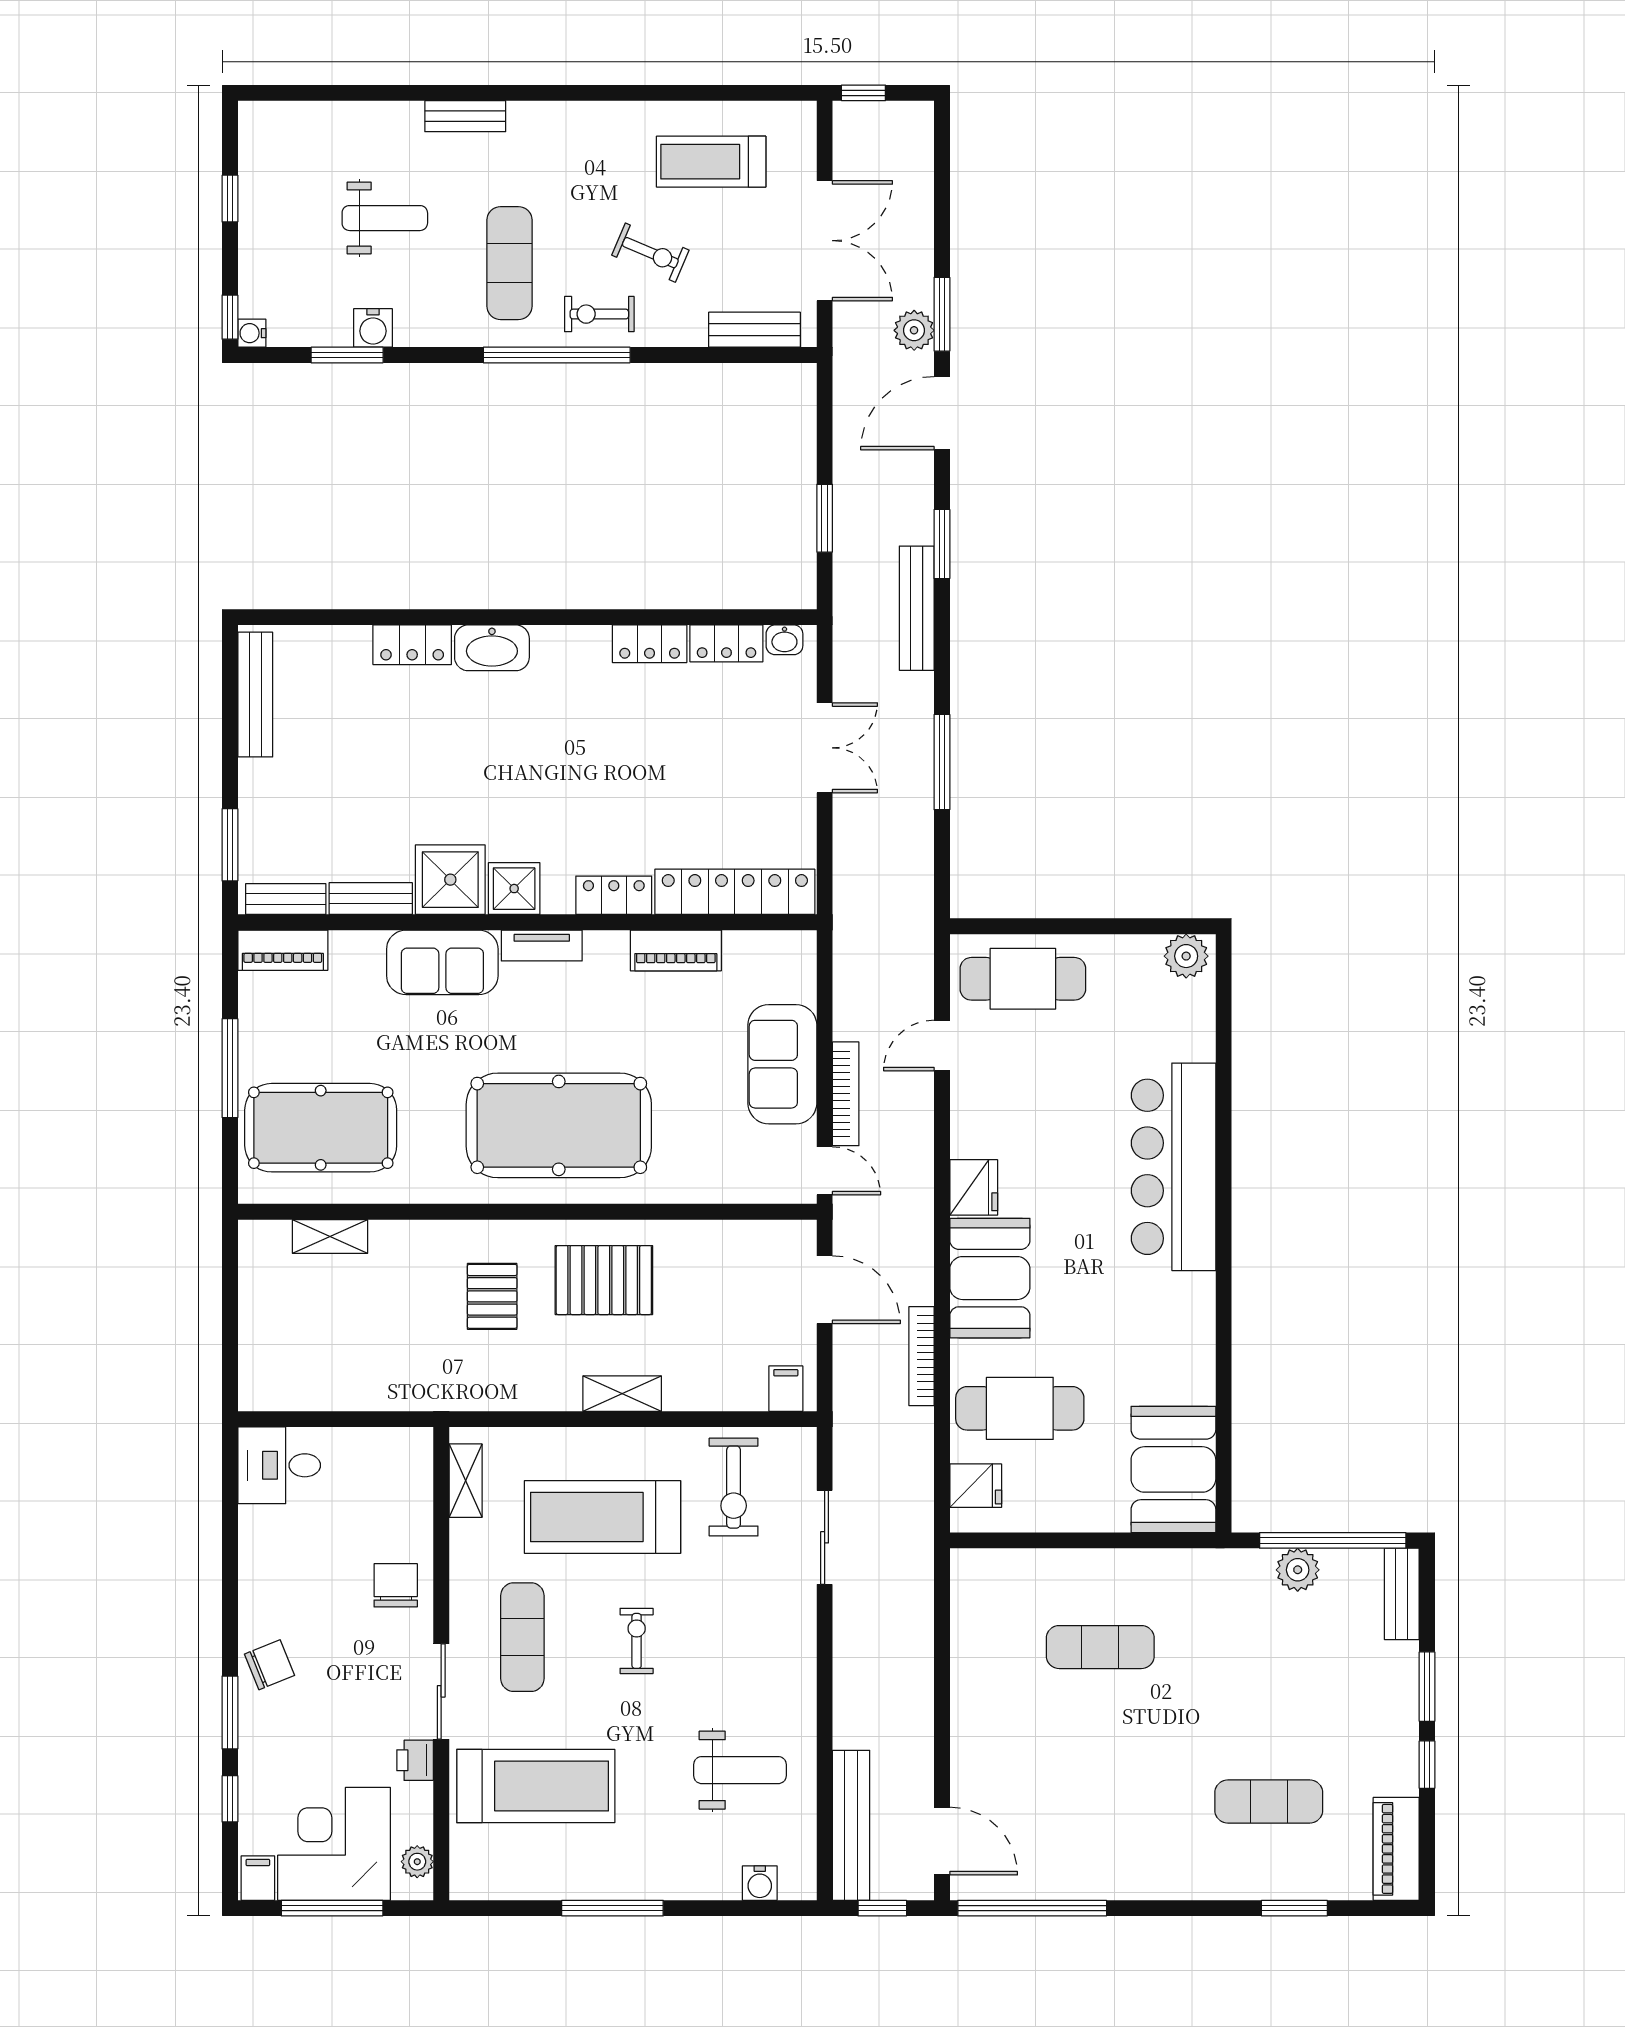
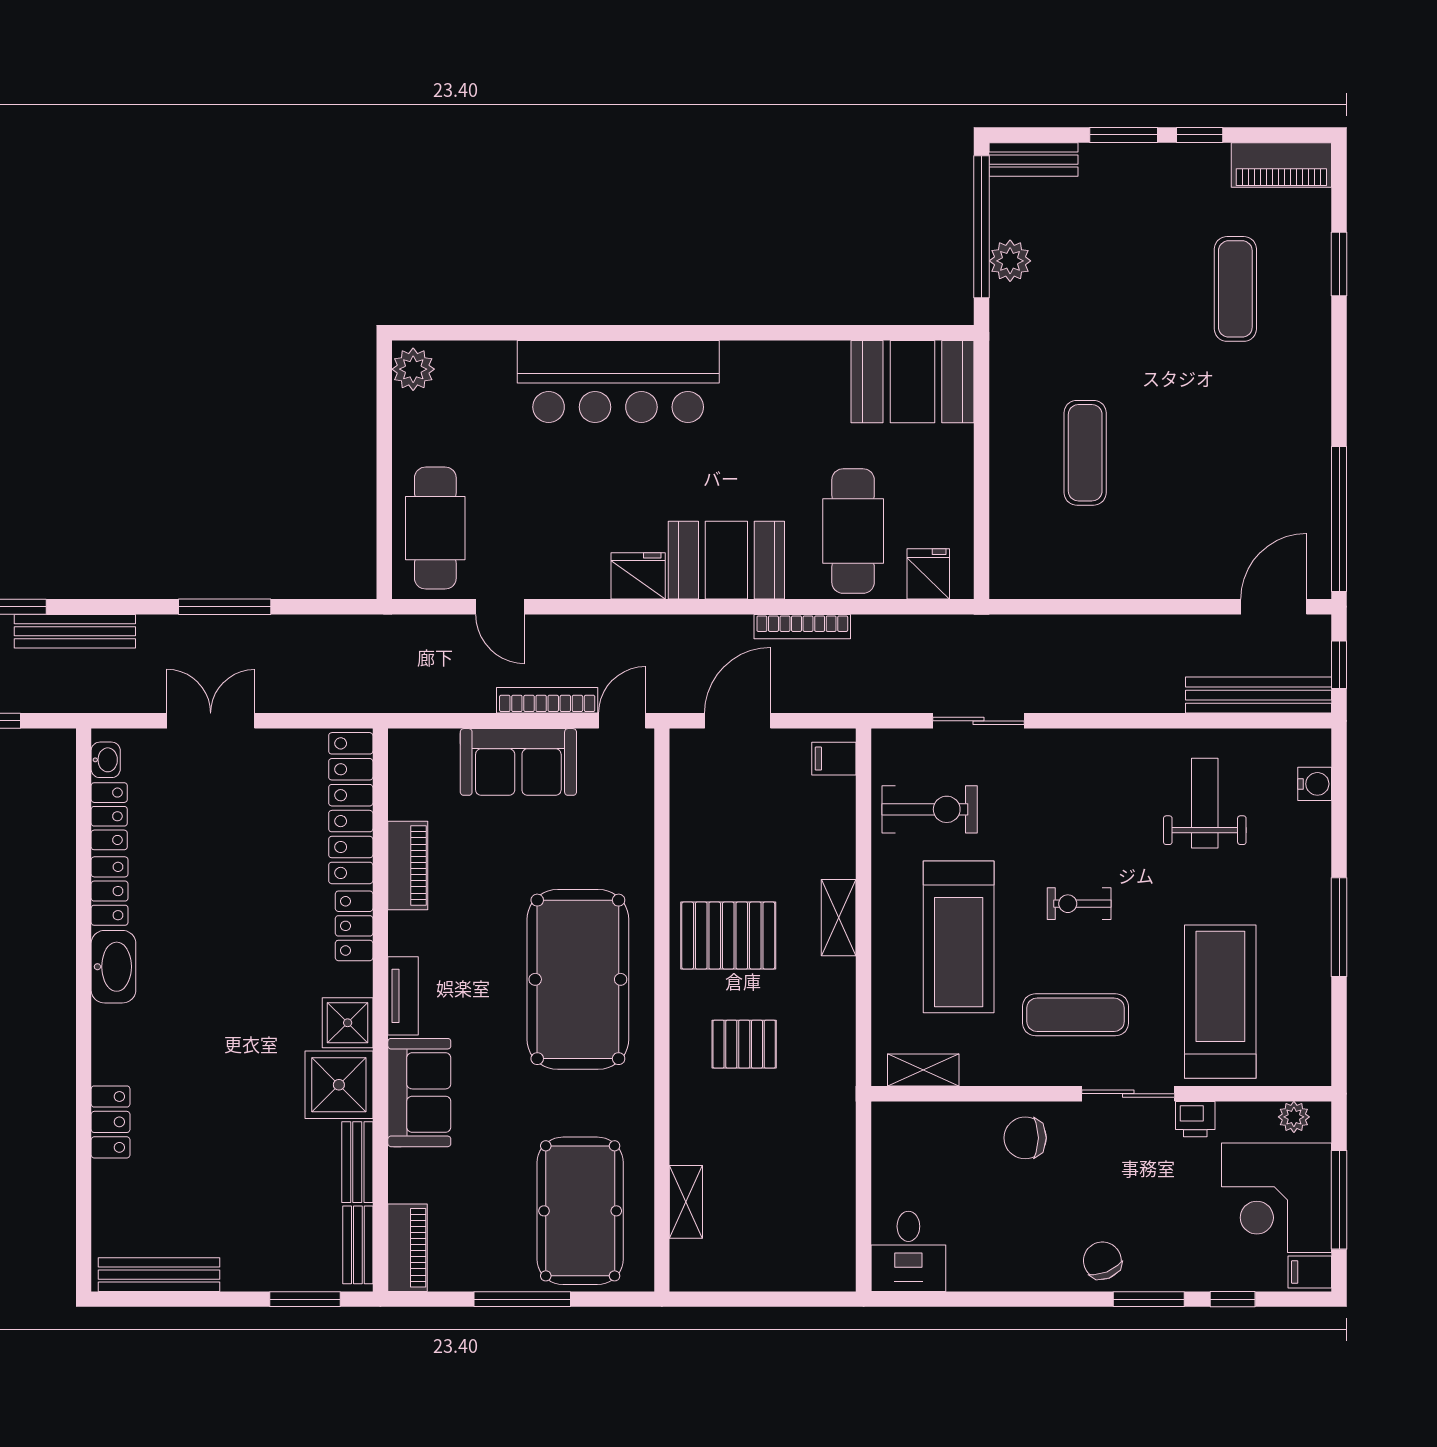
washbasin: (492, 648) -> (113, 967), moved
pallet: (604, 1280) -> (728, 936), turned 90

